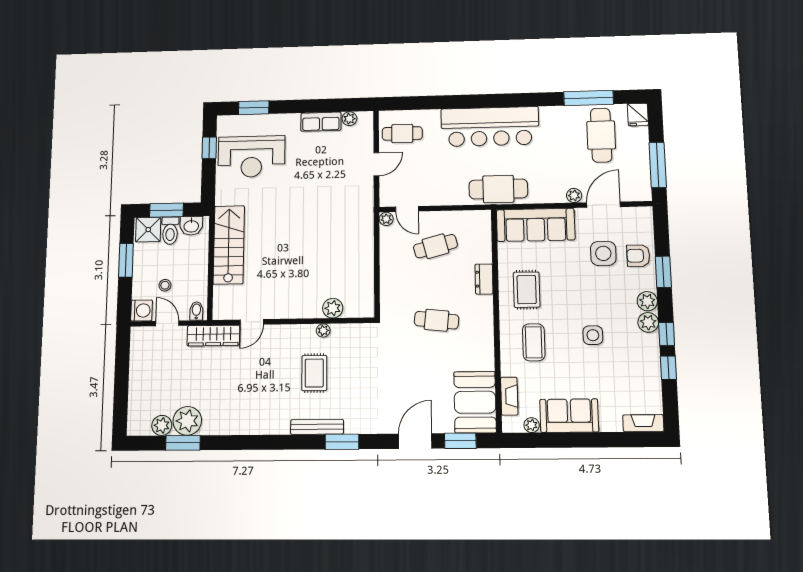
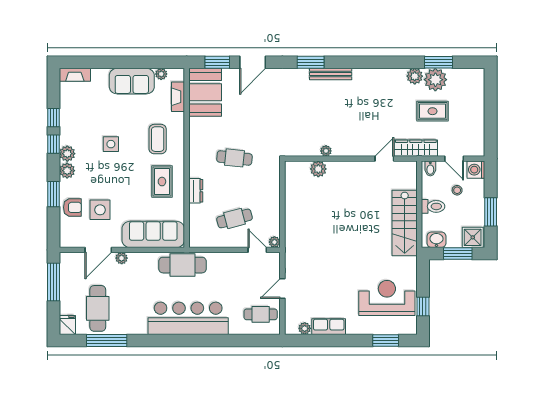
toilet: (170, 231) -> (433, 206), moved, turned 90
rug: (314, 373) -> (432, 111), moved, turned 90
plant: (162, 425) -> (415, 76), moved

